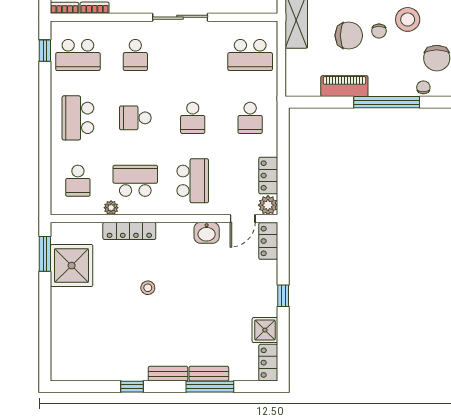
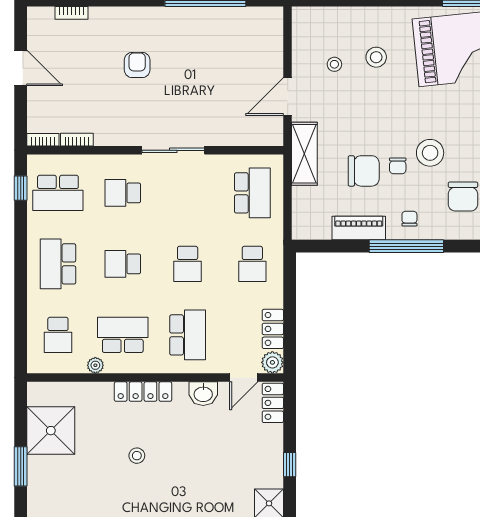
school desk: (135, 55) -> (123, 193), turned 90
school desk: (250, 55) -> (252, 193), turned -90
chair: (423, 87) -> (409, 219), moved
locker: (129, 231) -> (143, 392), moved
window: (45, 254) -> (21, 466), moved

